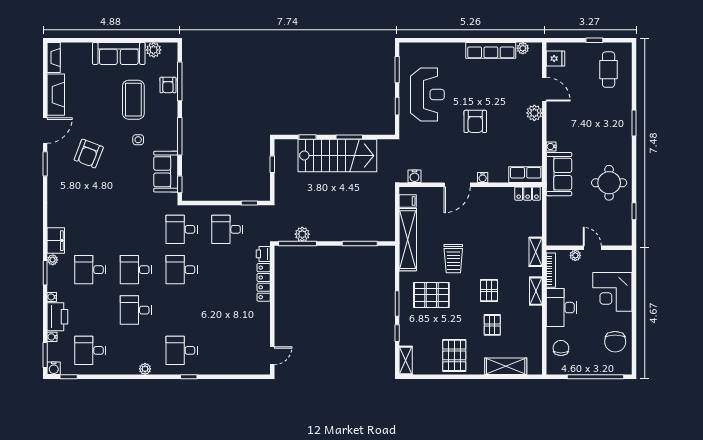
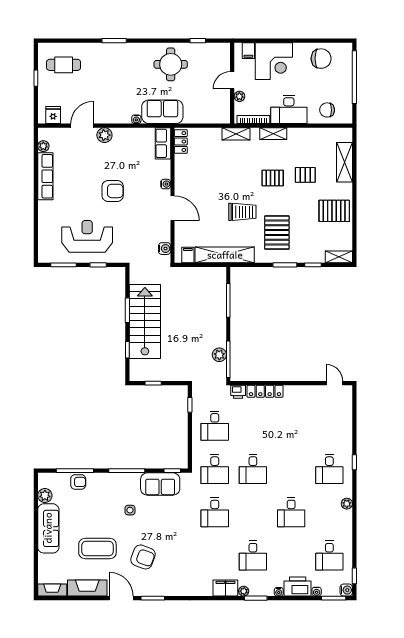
coffee table: (133, 100) -> (97, 548), moved
filing cabinet: (624, 265) -> (248, 51), added
desk: (136, 270) -> (215, 512), moved

